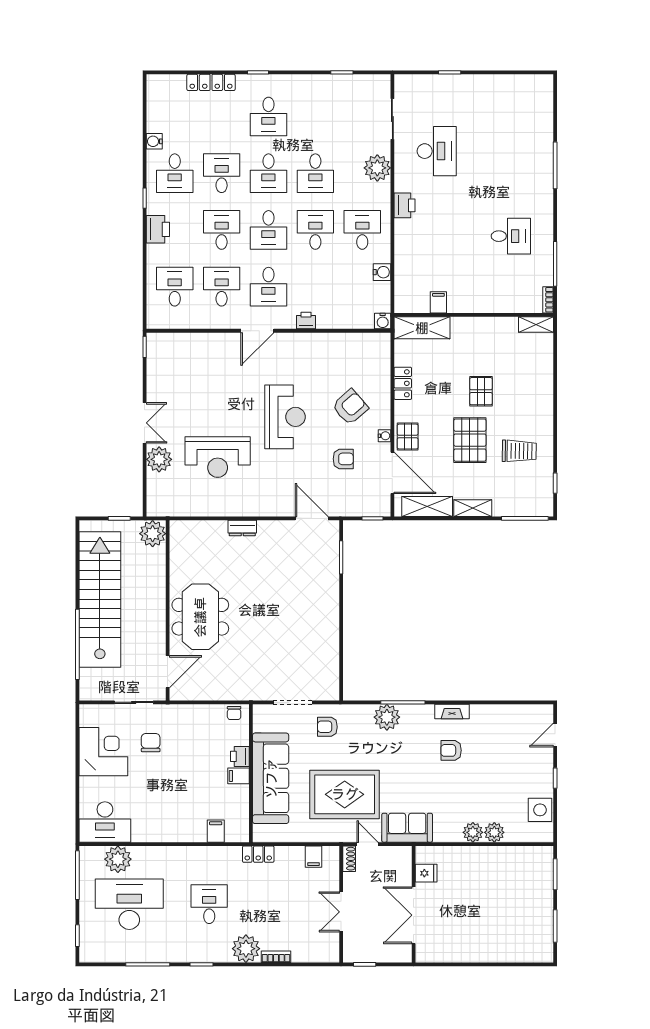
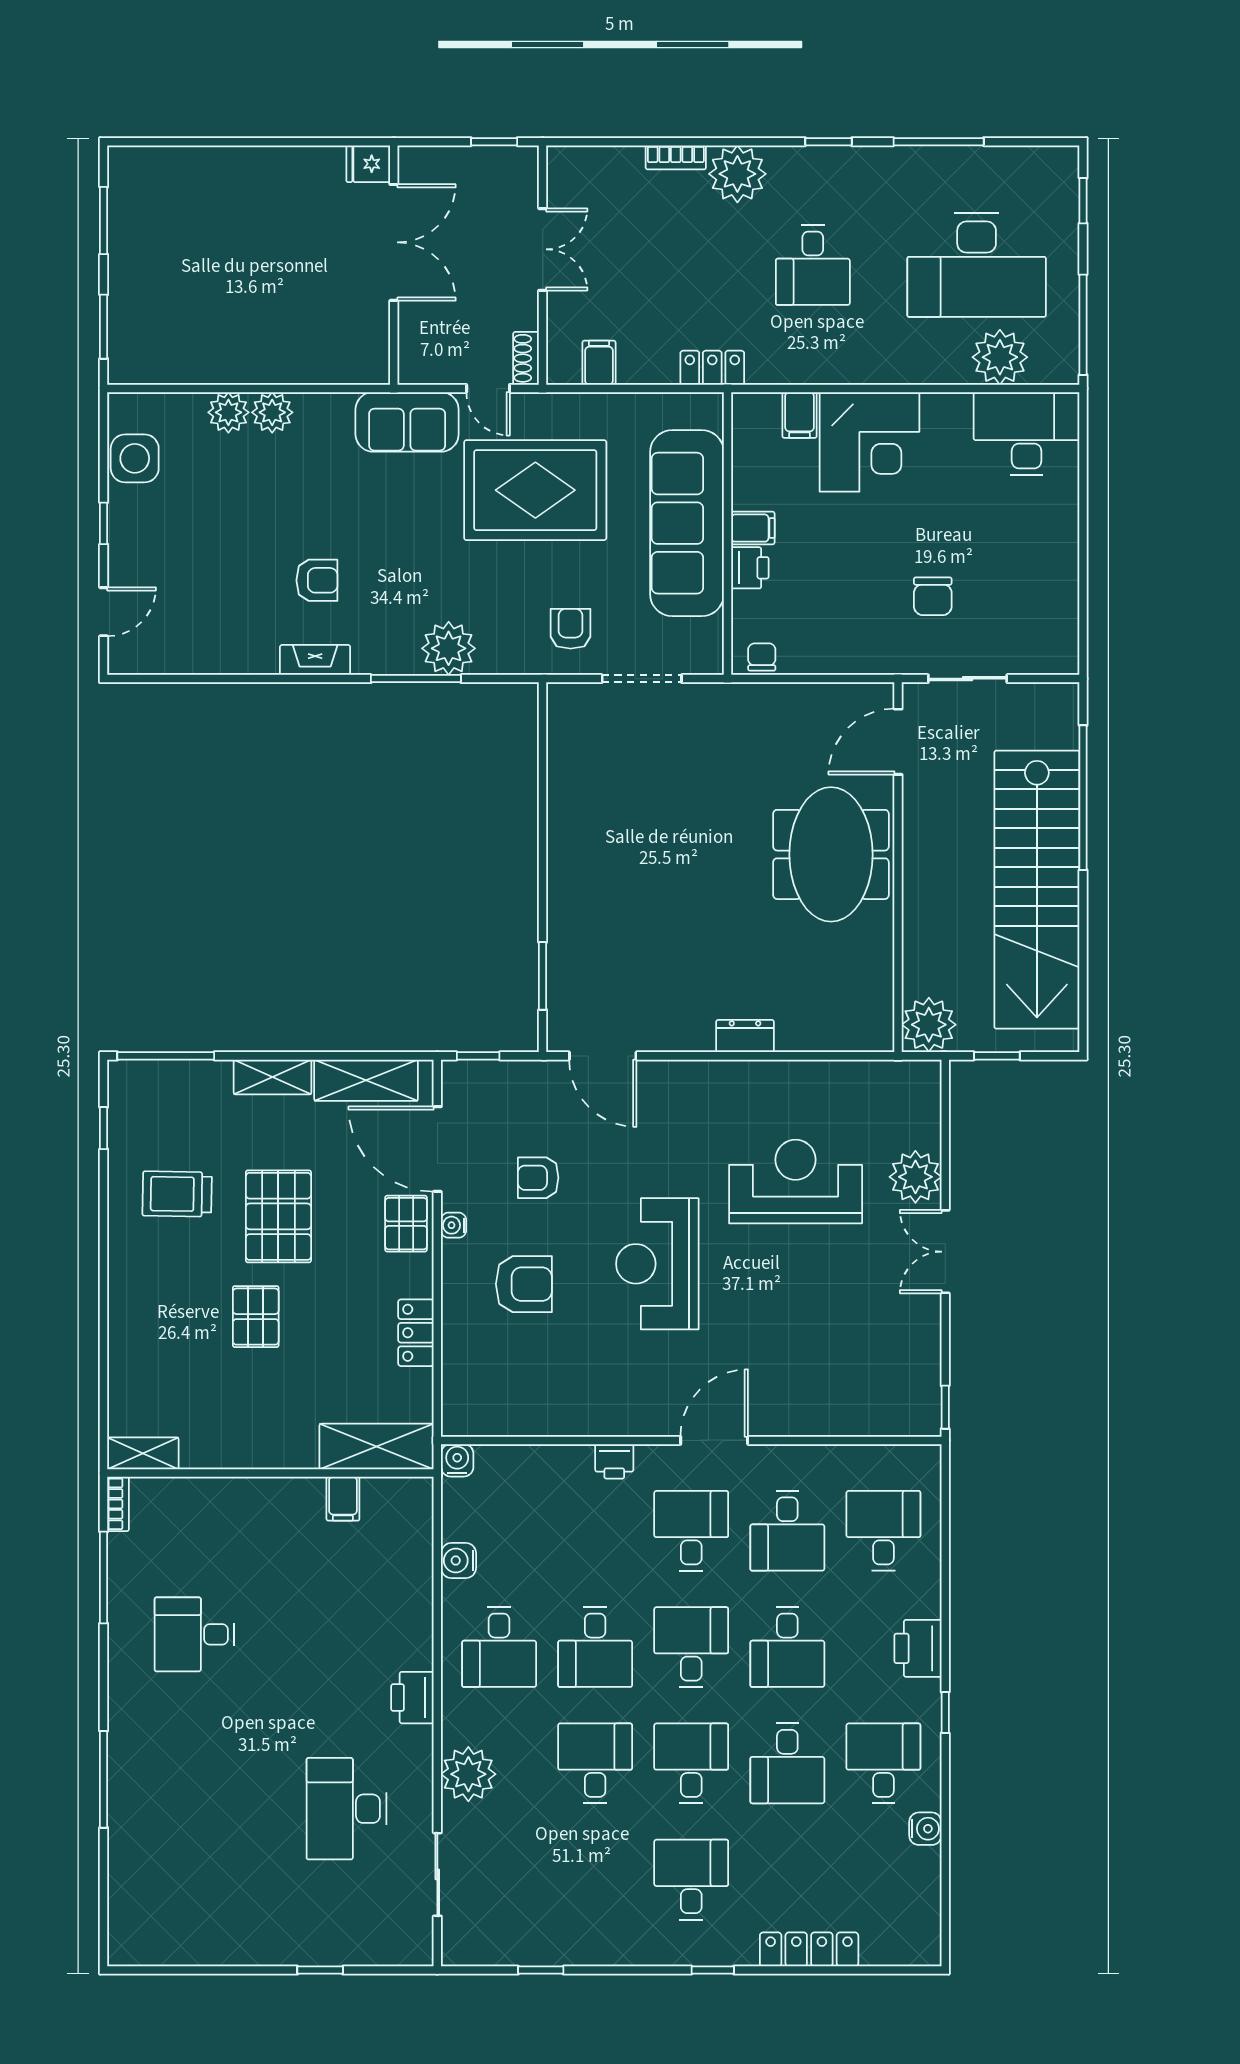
desk: (175, 287) -> (883, 1531), turned 180
armchair: (350, 407) -> (524, 1284), turned -139
armchair: (327, 727) -> (571, 629), turned -90
corner desk: (103, 752) -> (869, 442), moved, turned -90
fridge: (426, 873) -> (368, 164), moved

